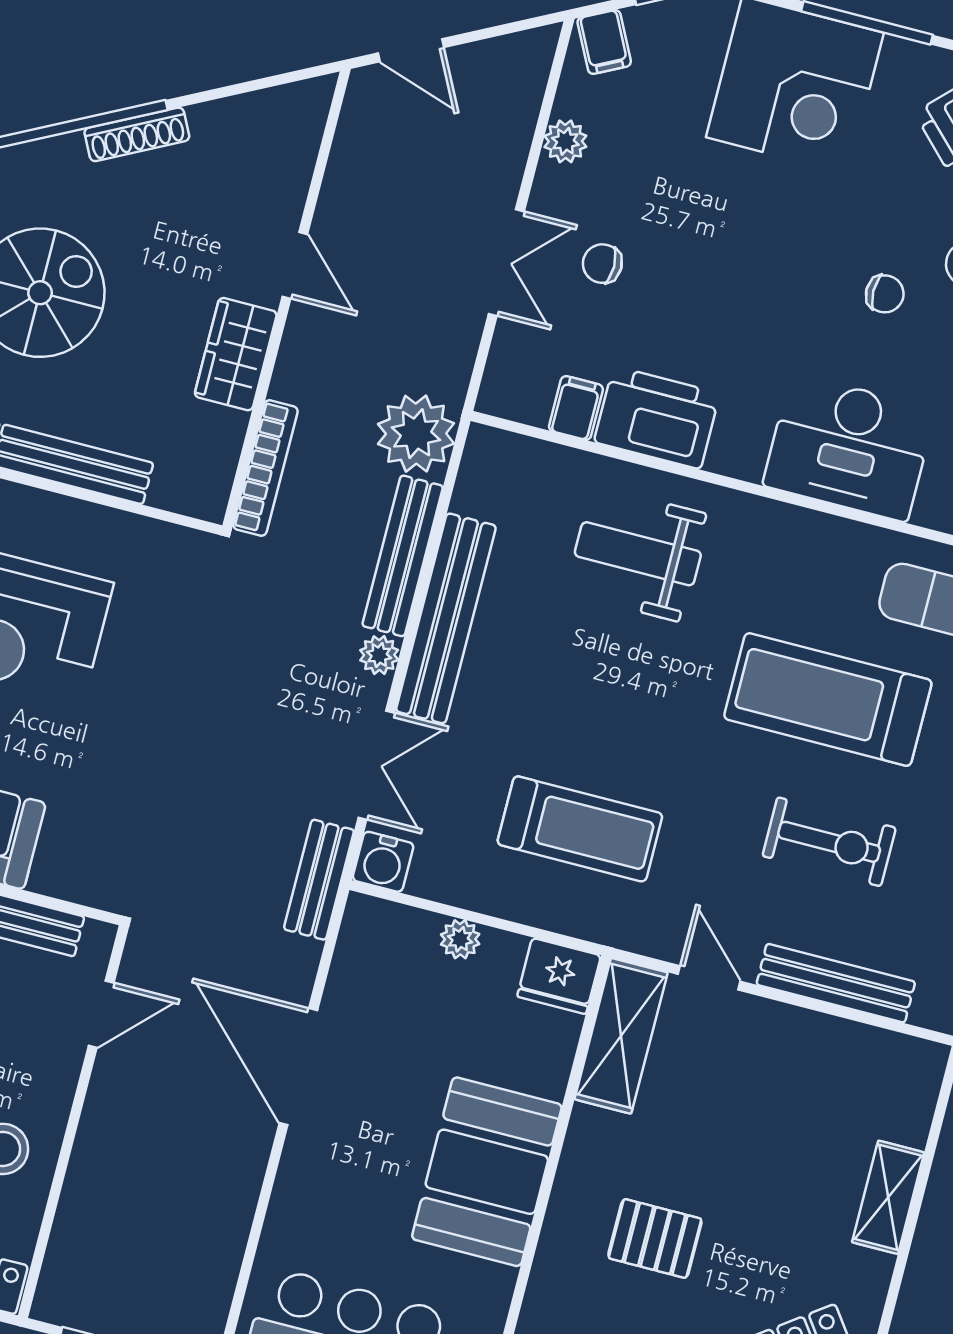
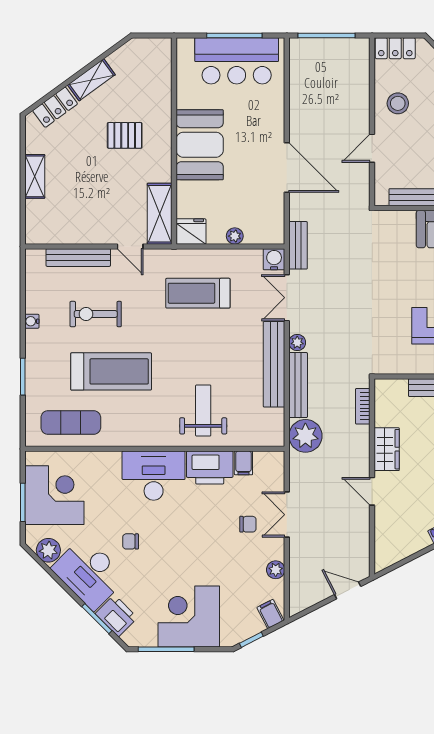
desk: (849, 447) -> (154, 476), moved
bookcase: (265, 468) -> (363, 406), width x0.64
weight bench: (638, 554) -> (203, 410), turned -90
door: (101, 1014) -> (372, 148), moved

